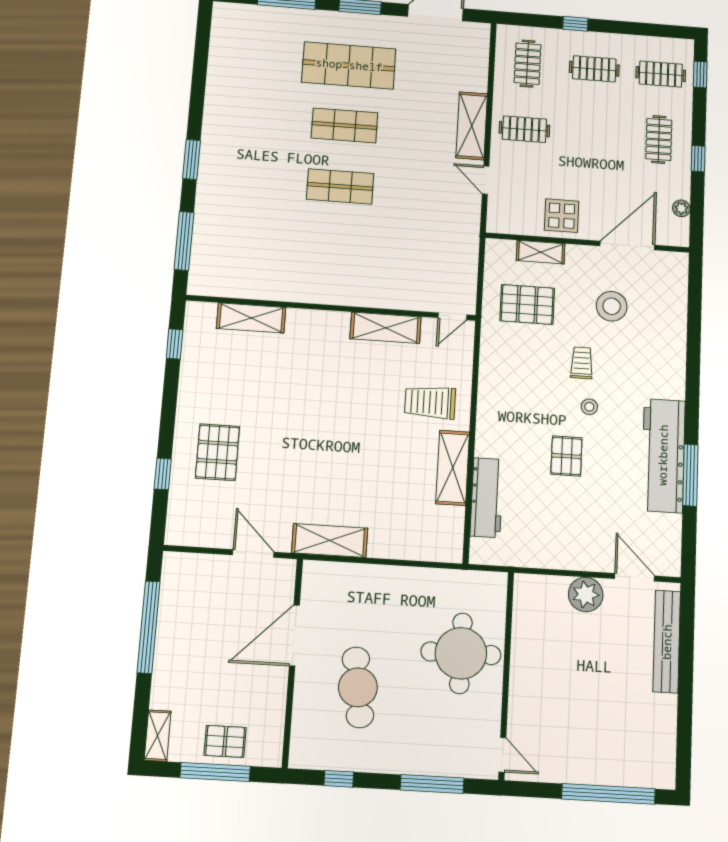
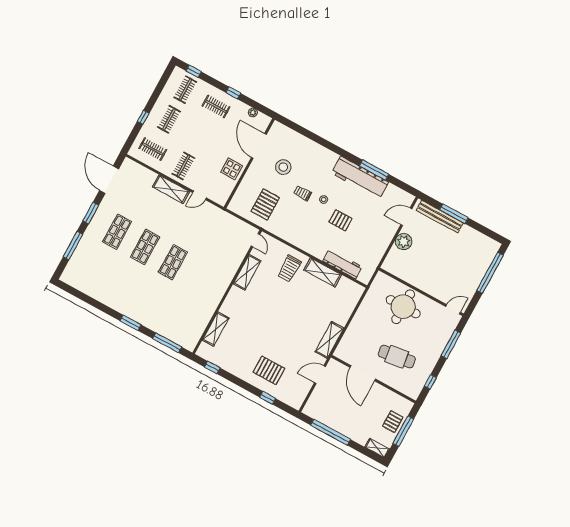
shop shelf: (349, 65) -> (117, 232), width x0.70, depth x0.74
shelving: (541, 252) -> (244, 187), removed
window: (686, 666) -> (454, 214), added

